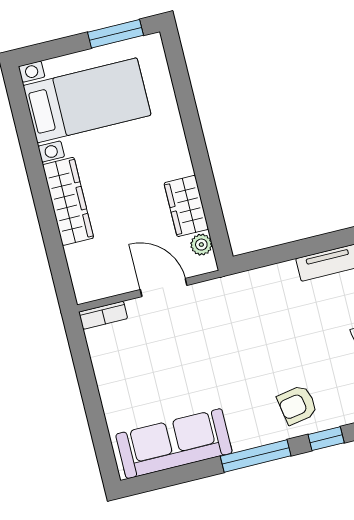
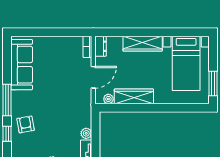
wardrobe: (186, 206) -> (134, 96), width x1.50
plant: (285, 273) -> (86, 133), added
dresser: (95, 288) -> (100, 46), added

